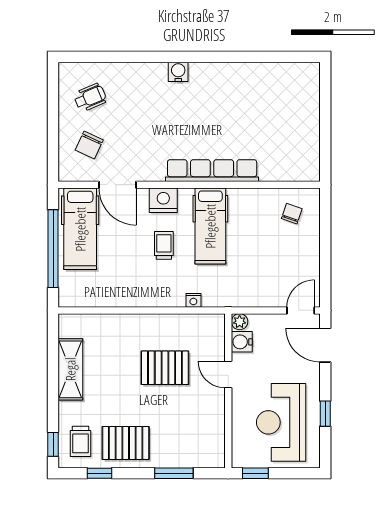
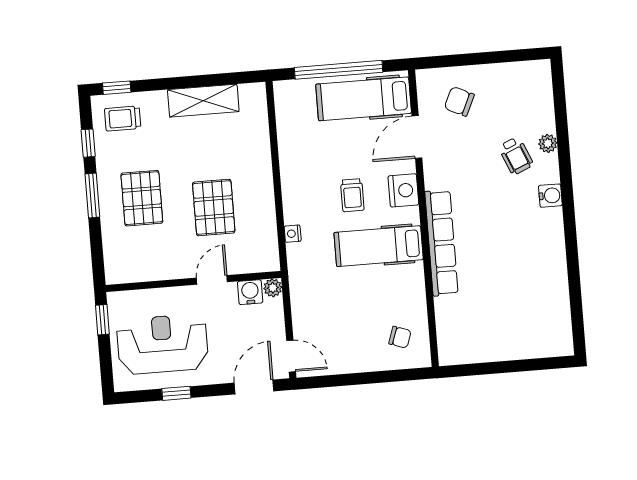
plant: (132, 70) -> (548, 143), added
wheelchair: (90, 97) -> (516, 156), moved
trolley: (164, 245) -> (352, 195), turned 90
pallet: (126, 443) -> (142, 198), moved
window: (174, 473) -> (92, 196), moved

